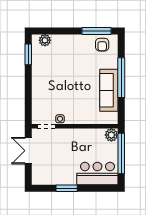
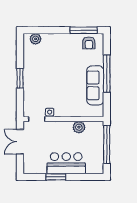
window: (28, 54) -> (20, 78), moved
plant: (111, 135) -> (79, 127), moved
bar counter: (97, 174) -> (66, 163), moved

